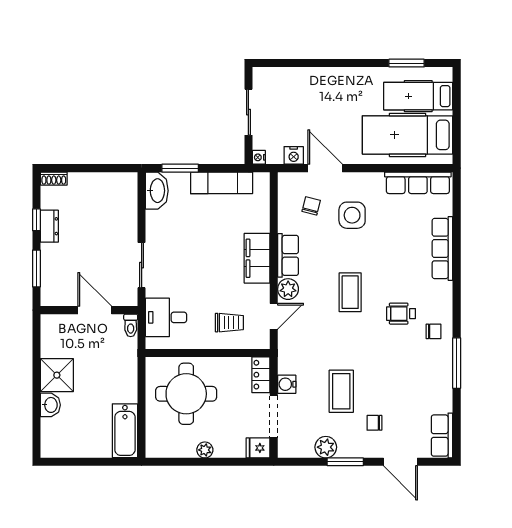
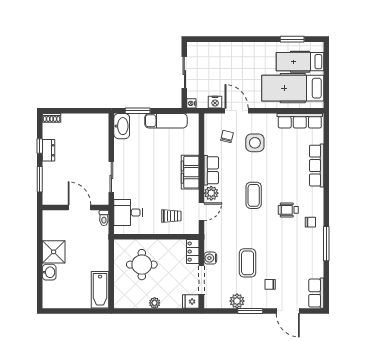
round table: (186, 394) -> (142, 265), width x0.73, depth x0.73

